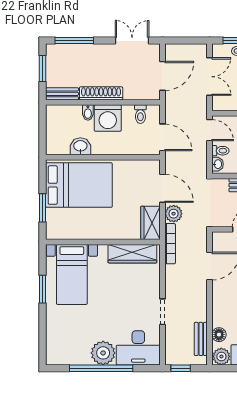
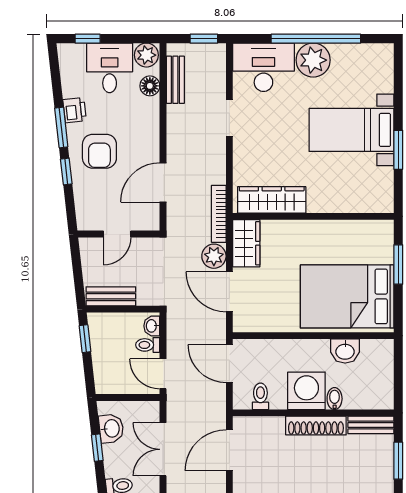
bed with nightstands: (72, 274) -> (351, 130), moved, turned -90

